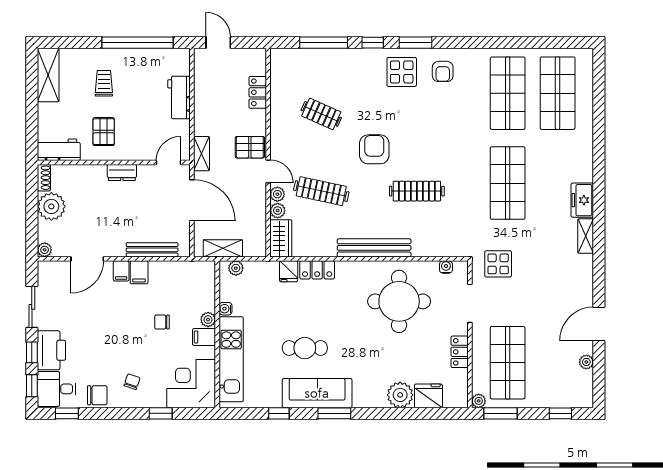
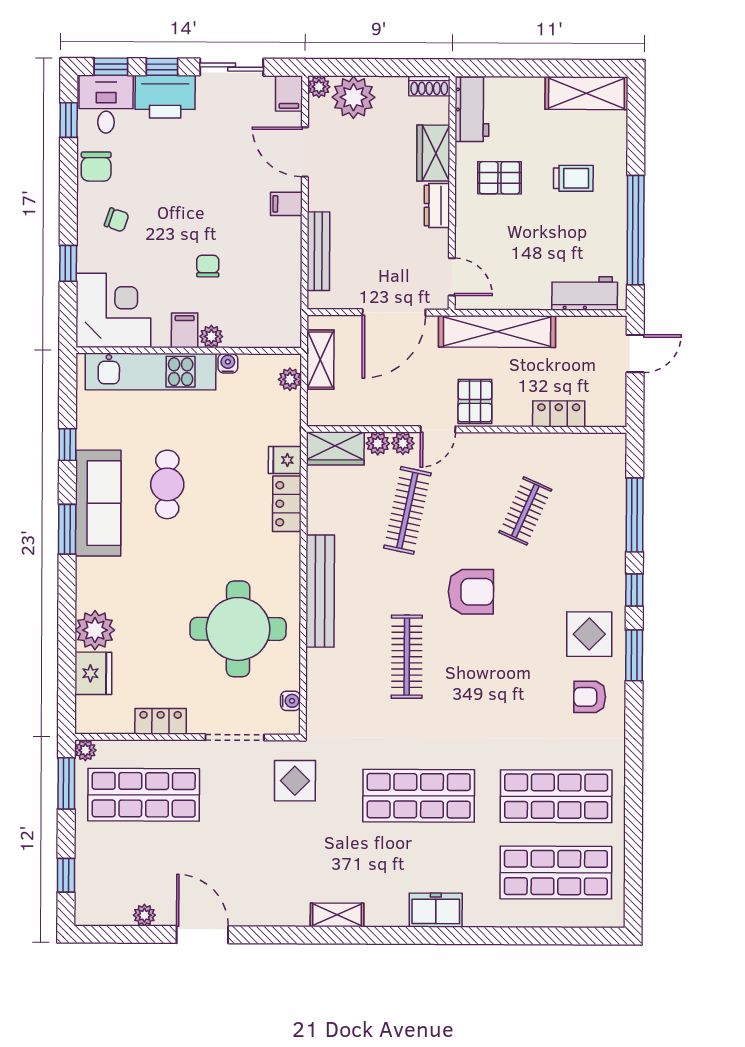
workbench: (179, 97) -> (585, 293), moved
shelving: (201, 154) -> (497, 331), width x2.20, depth x1.33
wardrobe: (88, 175) -> (433, 153), added
freezer: (582, 200) -> (436, 910), moved
plant: (51, 206) -> (353, 97), moved
filing cabinet: (139, 272) -> (289, 93), moved, turned -90

